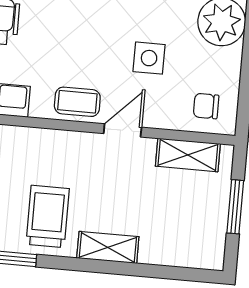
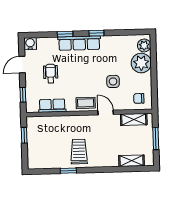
door: (123, 130) -> (106, 113), hinge flipped
shelving: (108, 247) -> (132, 161), moved

